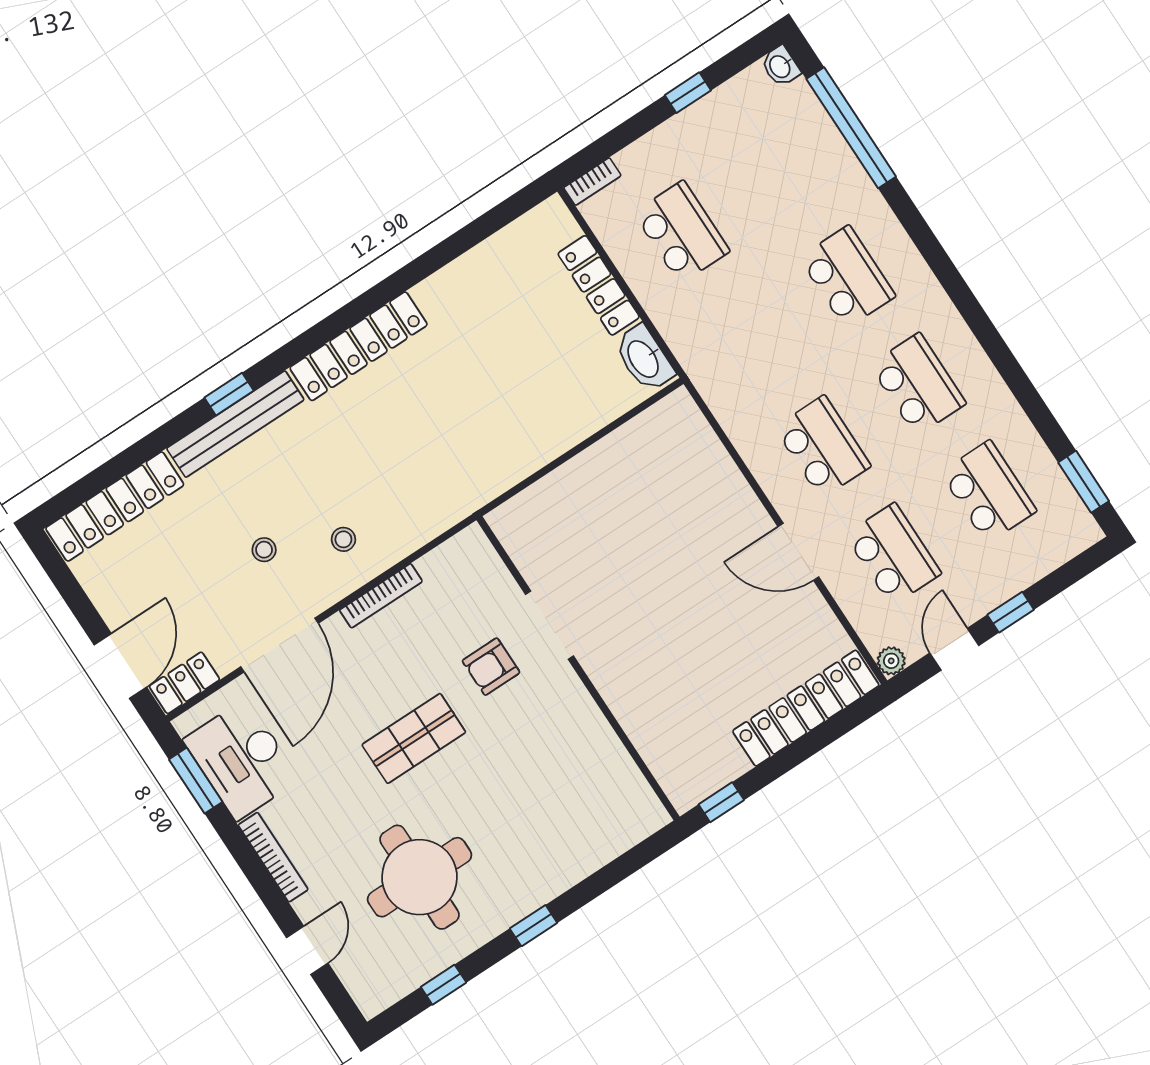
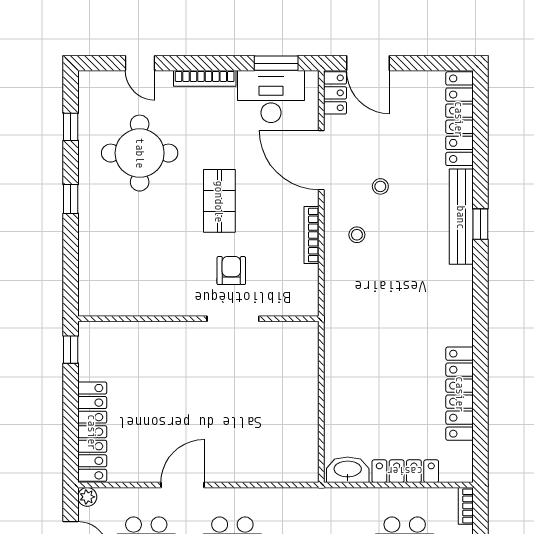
locker: (359, 346) -> (460, 394), moved

